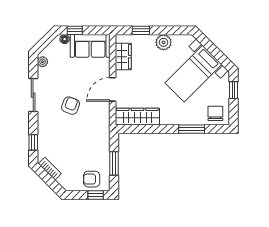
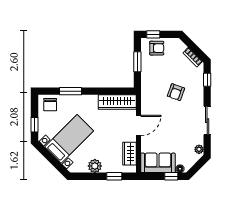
armchair: (71, 106) -> (176, 92), moved

